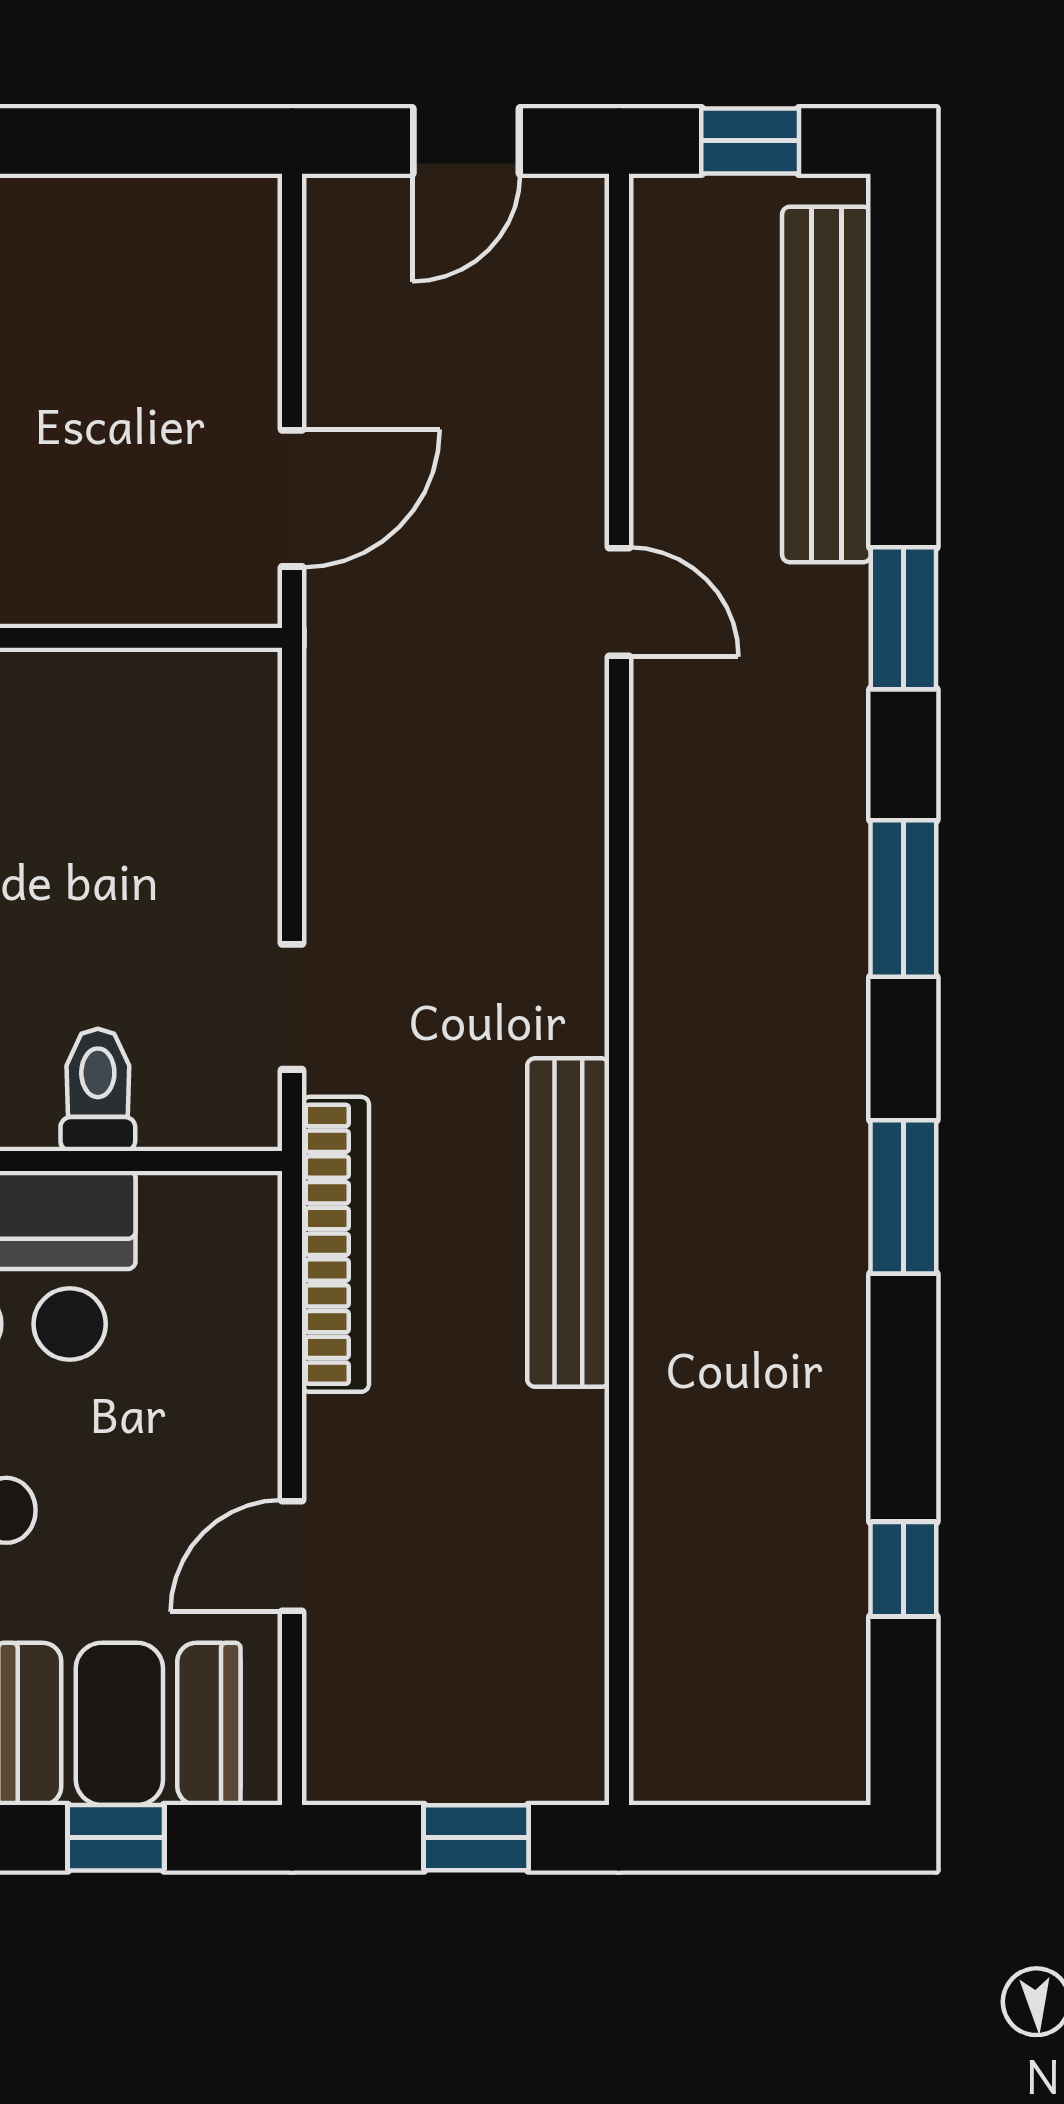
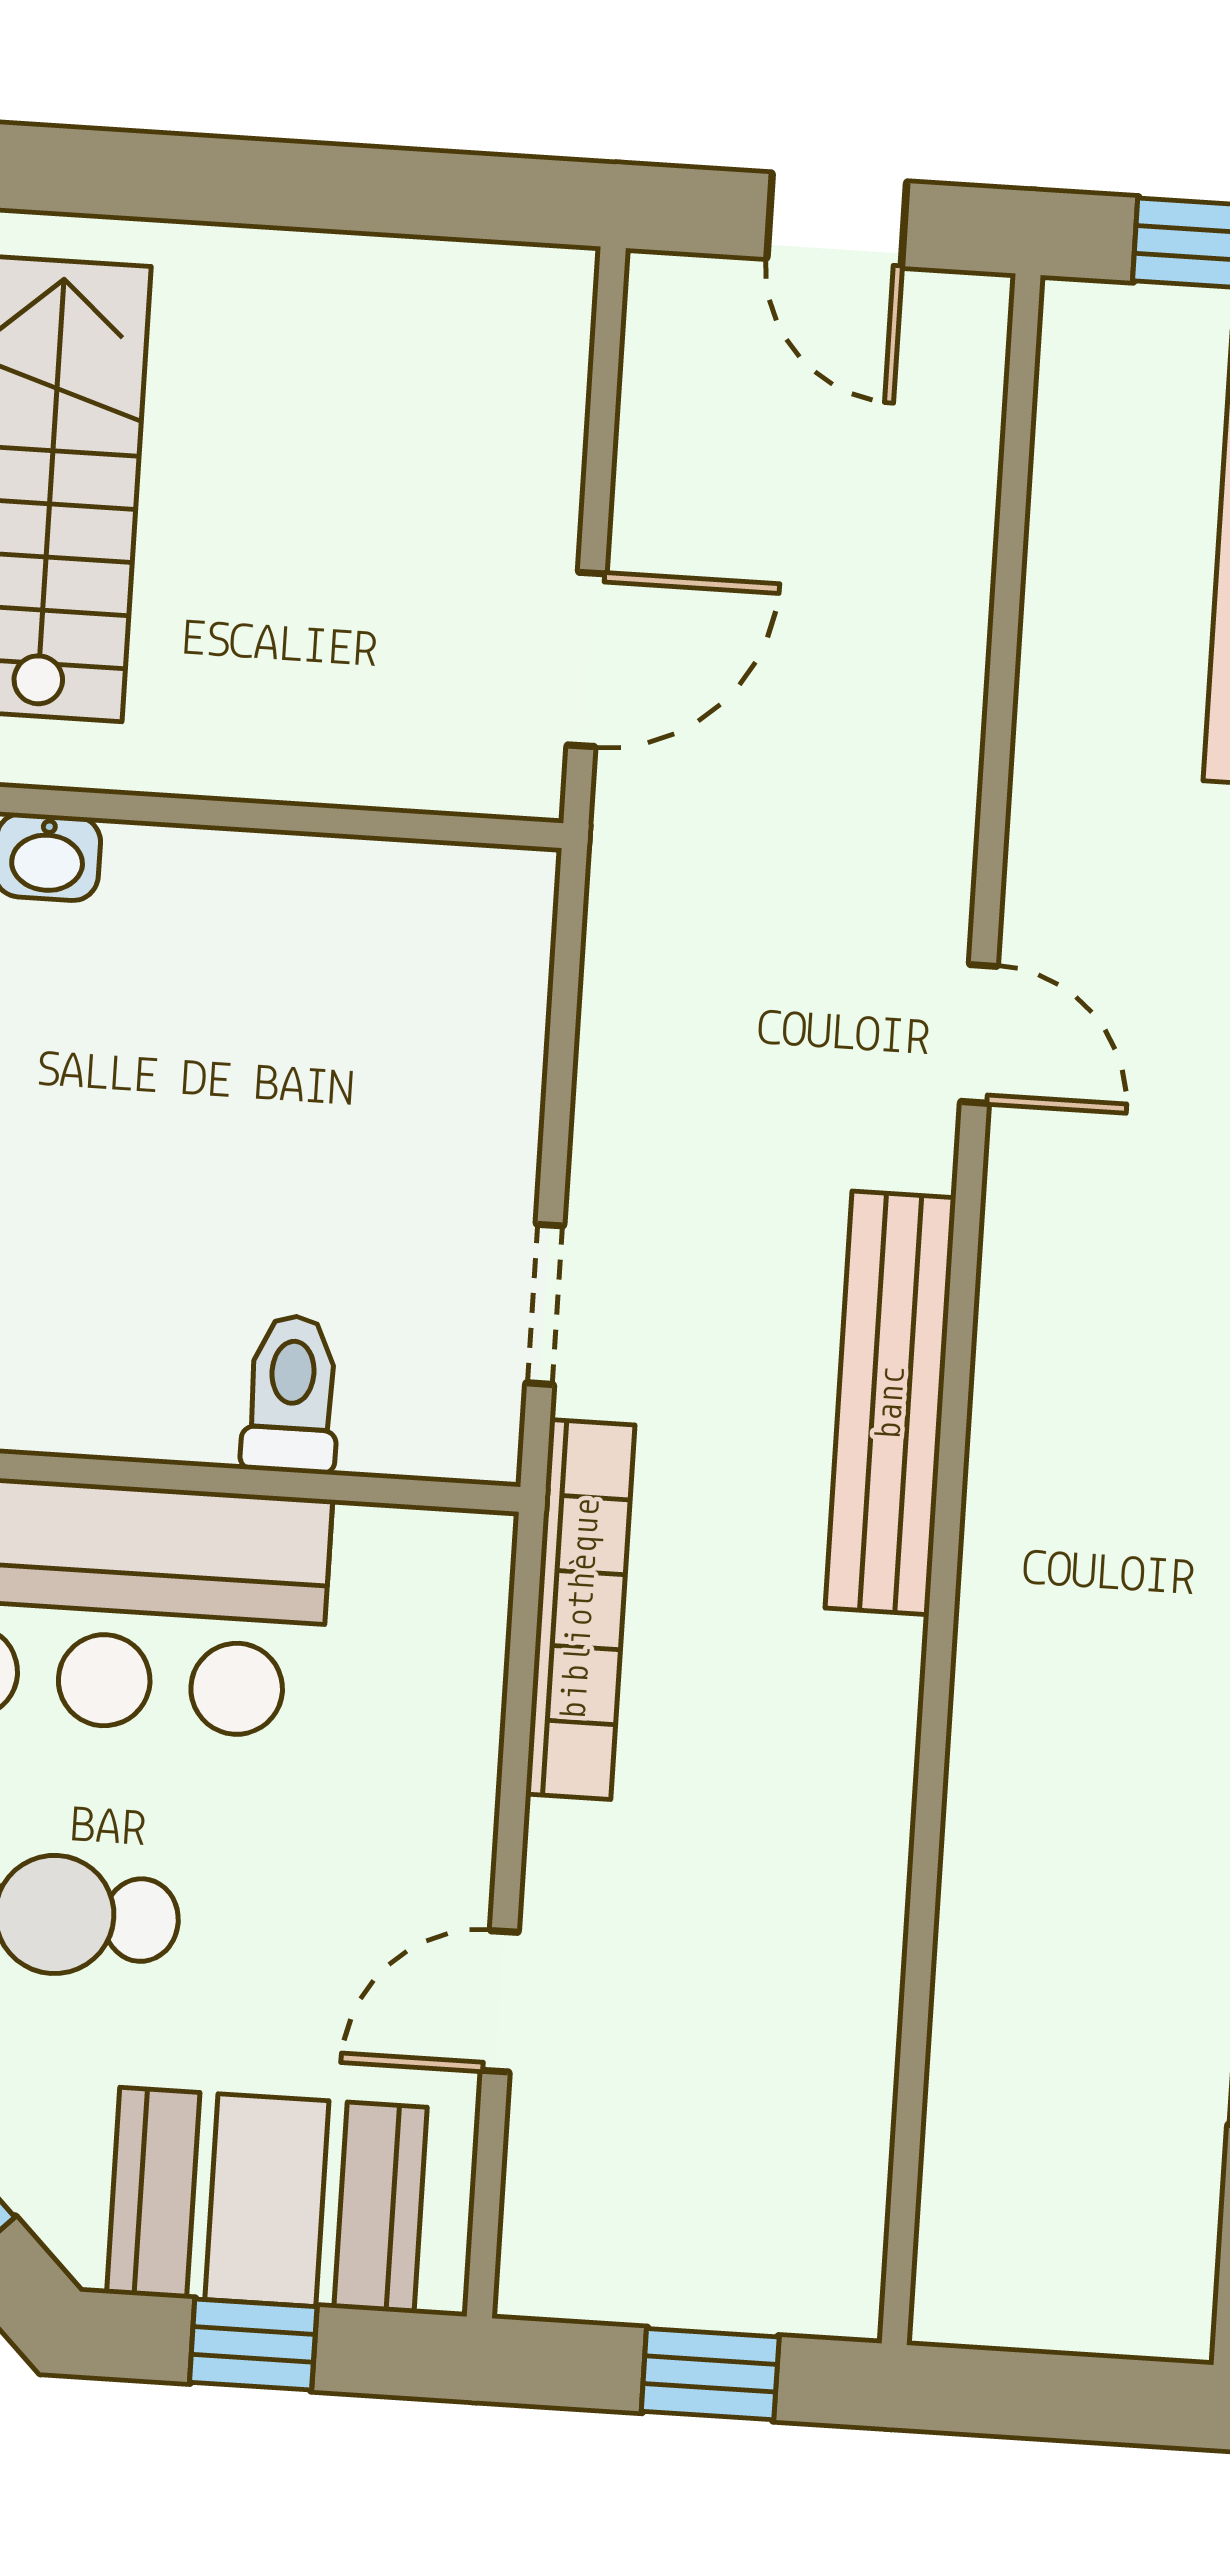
door: (466, 141) -> (837, 220), hinge flipped
door: (619, 602) -> (979, 1034), moved
bench: (568, 1223) -> (890, 1403), moved

